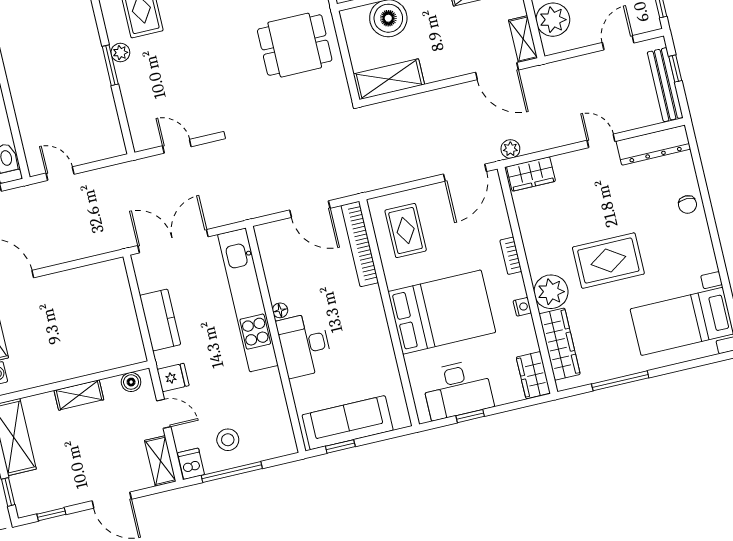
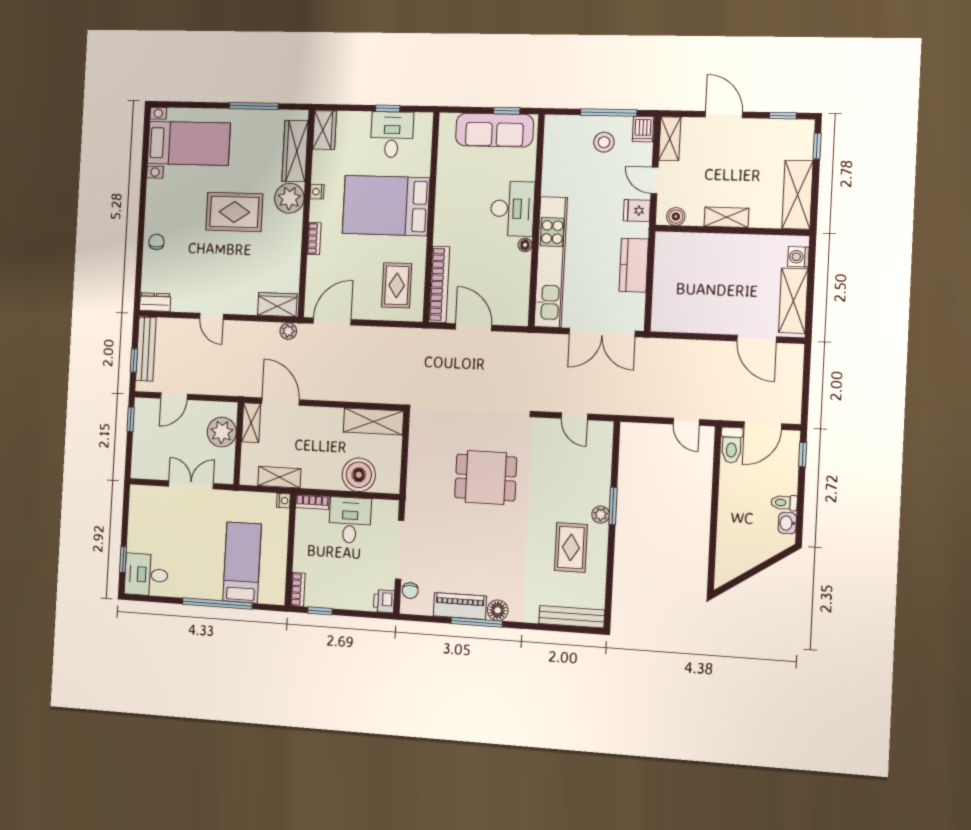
dining table: (295, 45) -> (486, 477), moved
dresser: (653, 145) -> (155, 302), width x0.51, depth x0.80
desk: (457, 389) -> (392, 135), width x0.73

